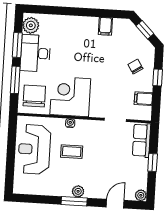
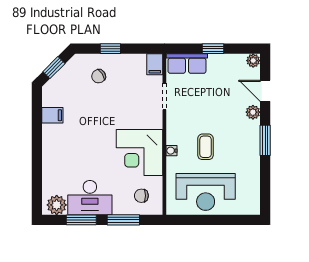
chair: (34, 96) -> (141, 196), width x0.54, depth x0.54
filing cabinet: (143, 99) -> (155, 64), moved
plant: (78, 191) -> (253, 112), moved

